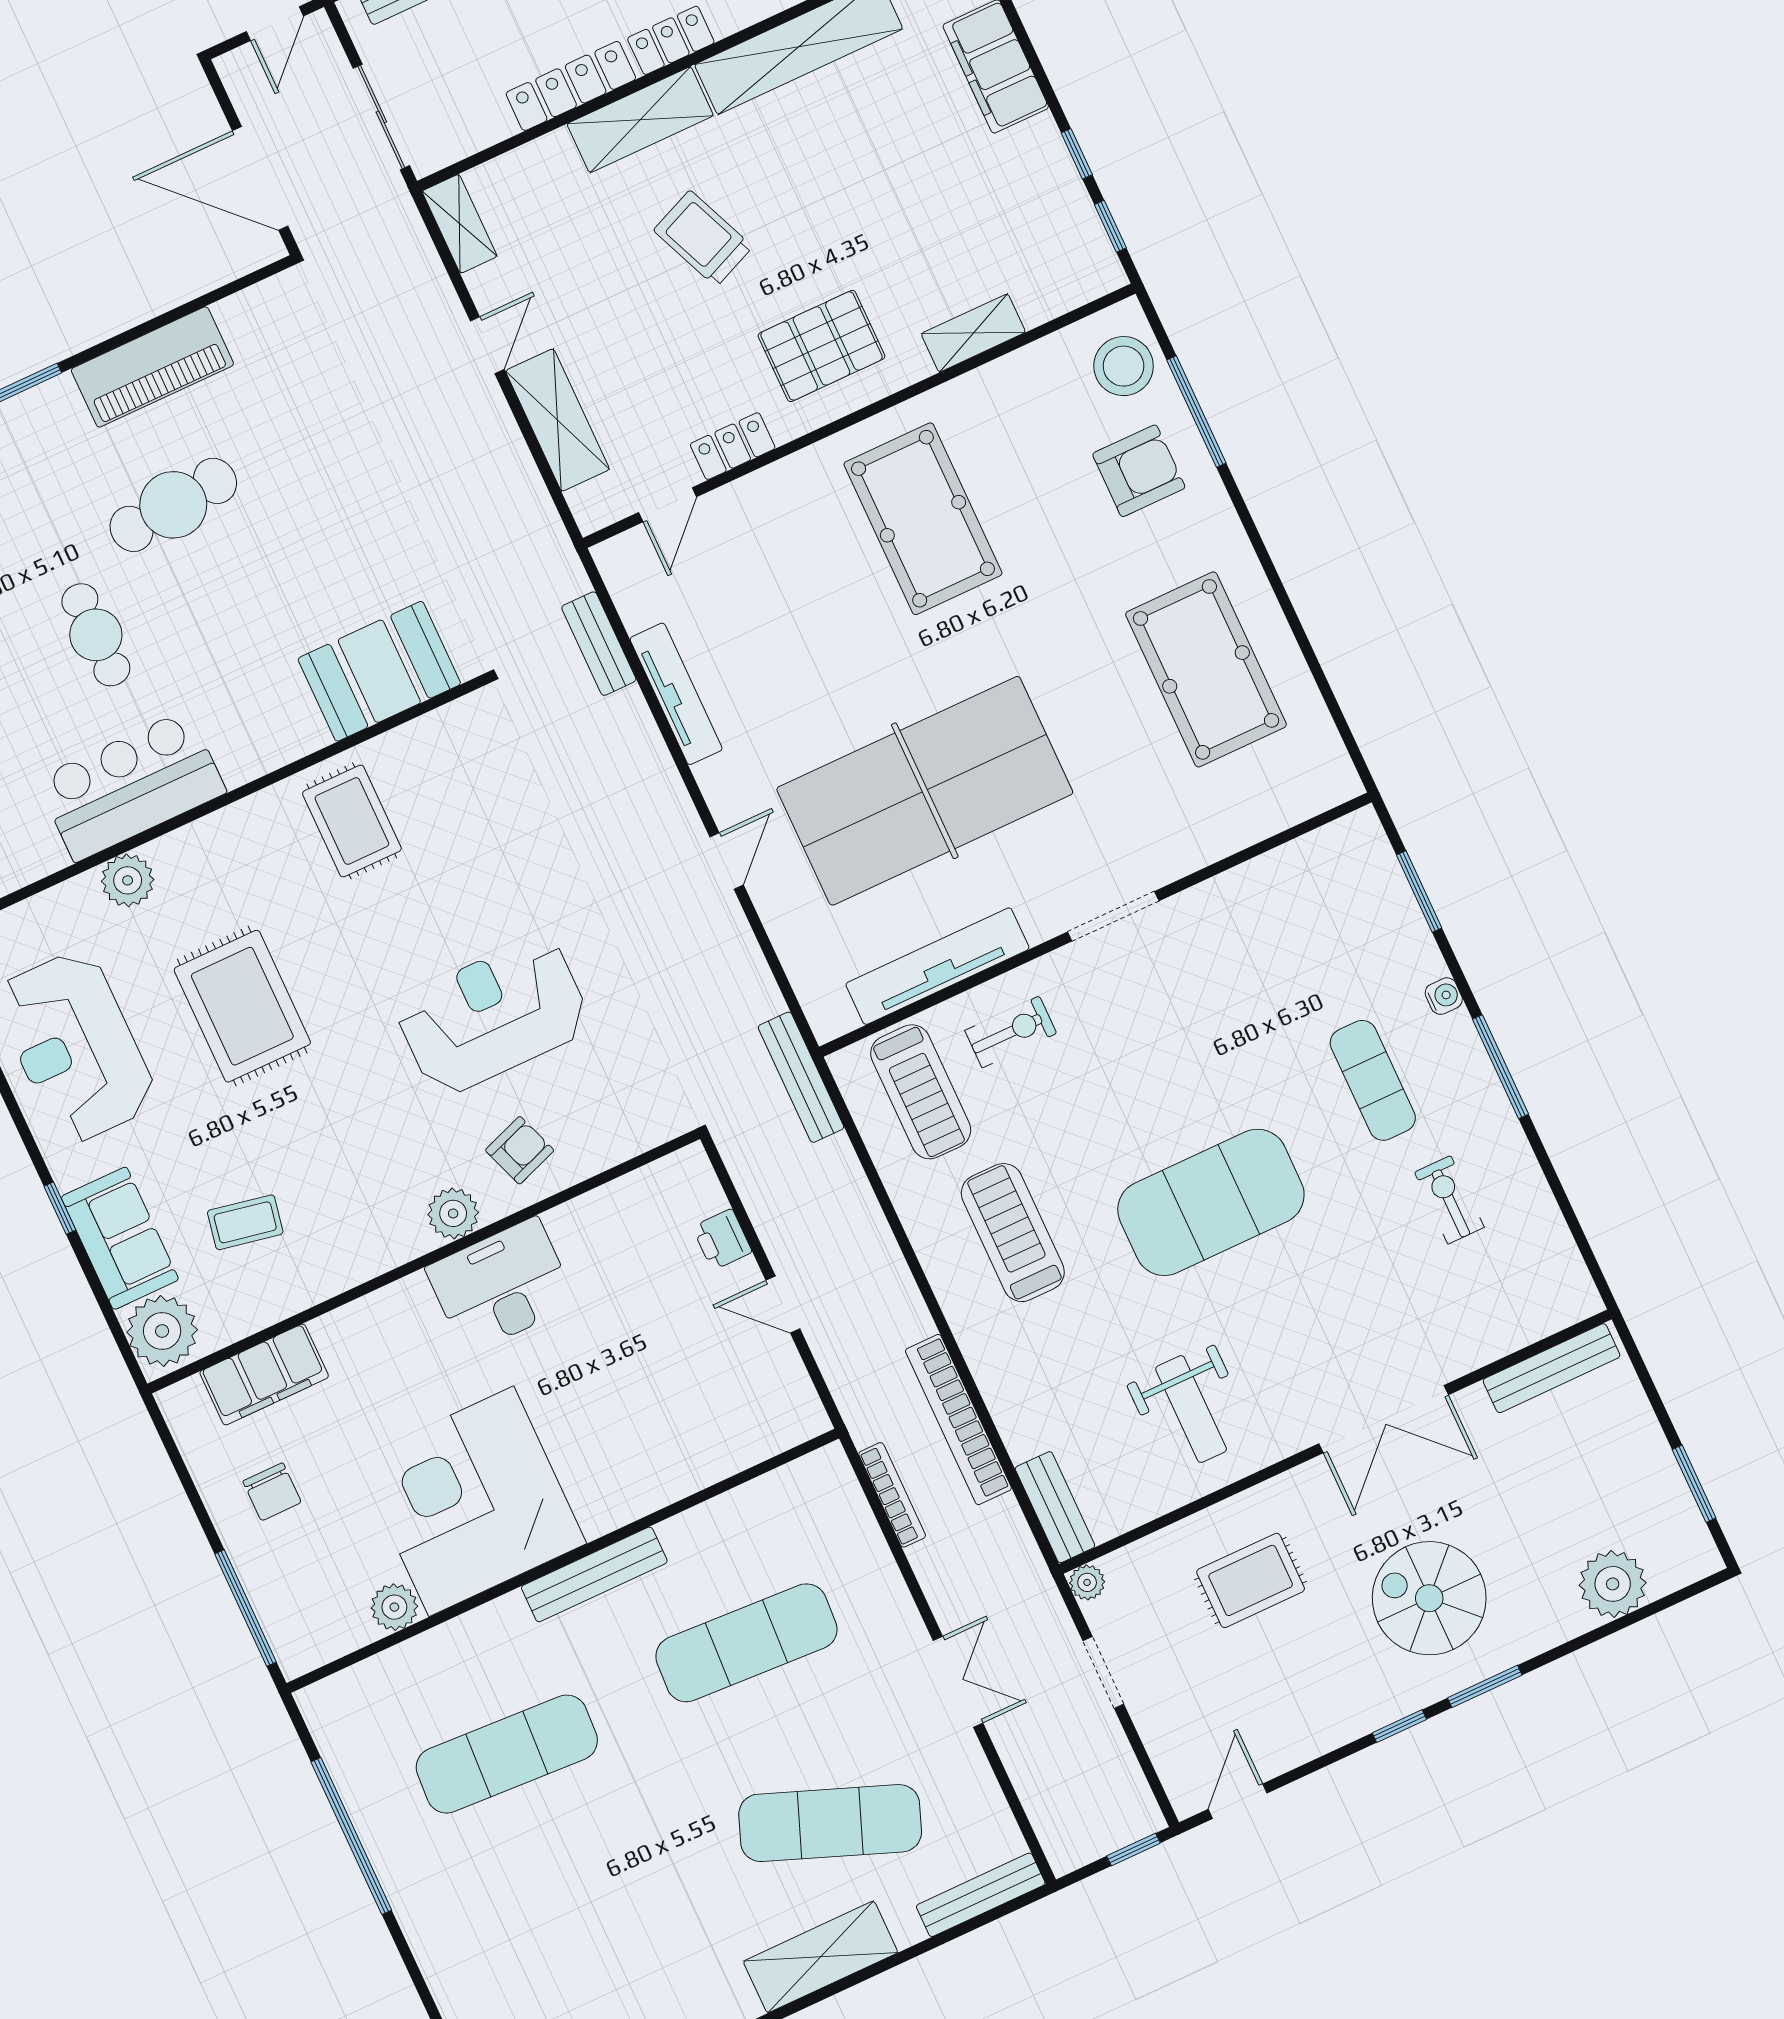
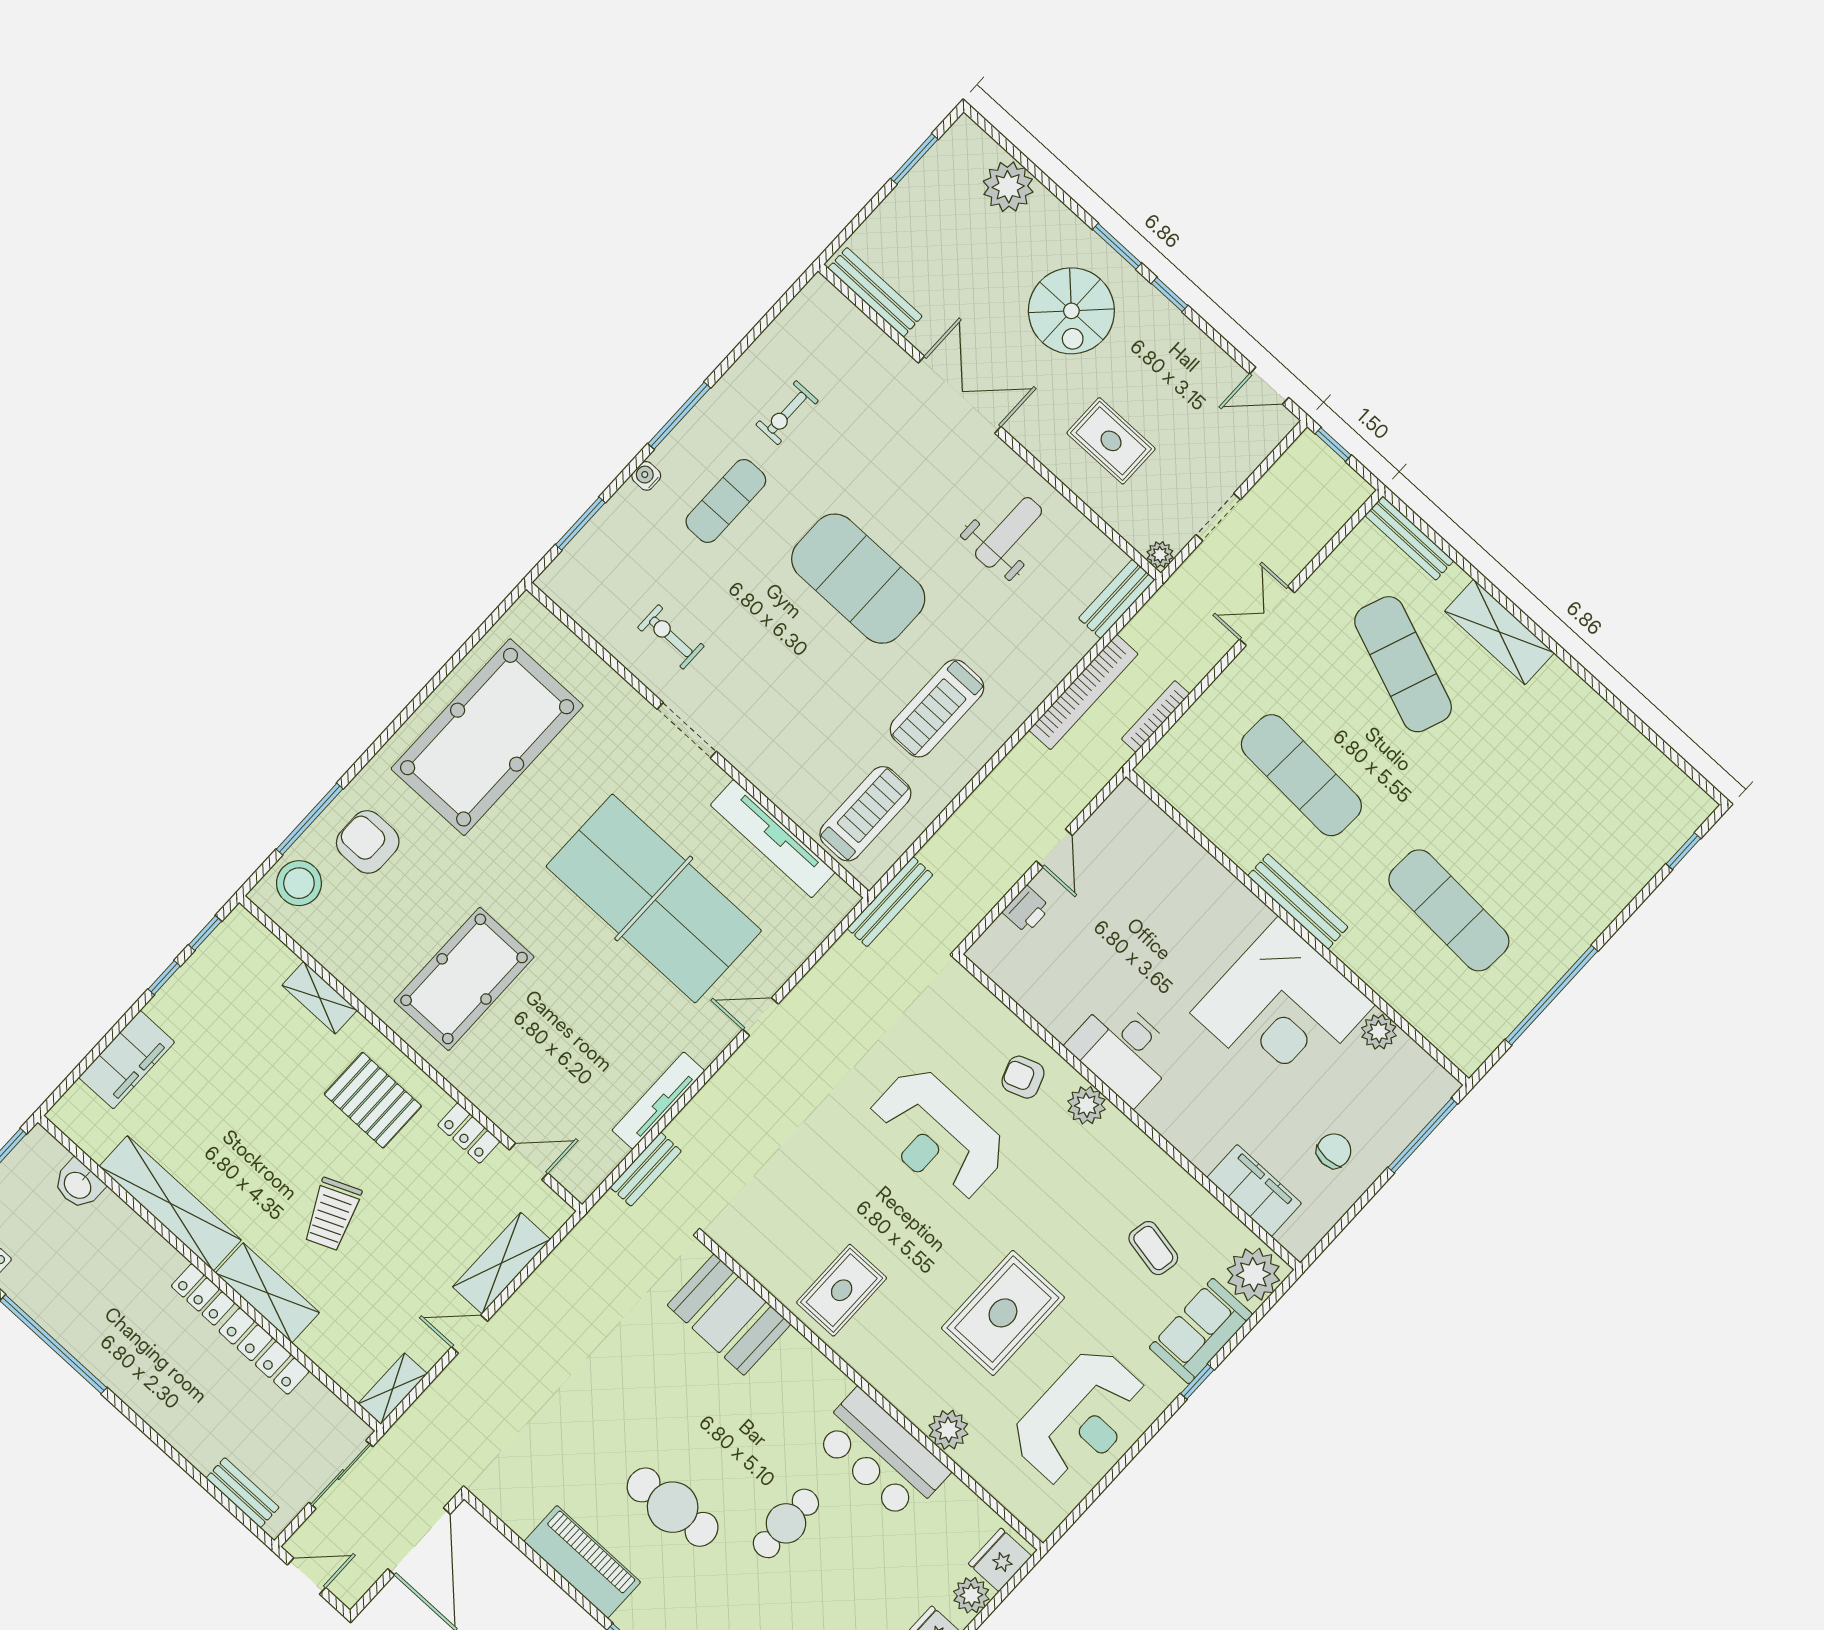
pool table: (1206, 669) -> (487, 737), width x1.36, depth x1.32
exercise bike: (1011, 1032) -> (671, 637), moved

